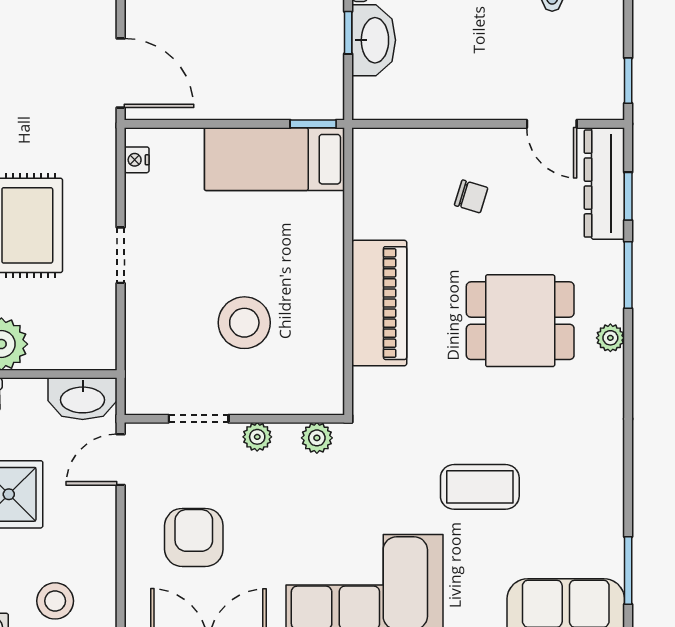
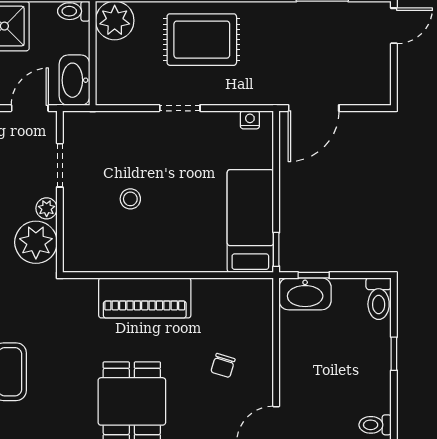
window: (348, 33) -> (314, 275), moved
washbasin: (374, 40) -> (305, 294), moved
stool: (244, 323) -> (130, 199), width x0.53, depth x0.53
plant: (317, 438) -> (36, 242), width x1.87, depth x1.87
door: (121, 460) -> (30, 108), hinge flipped

